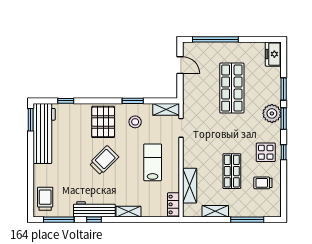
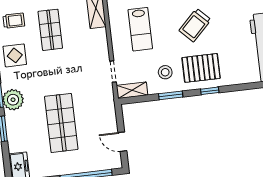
window: (66, 101) -> (210, 91), moved
pallet: (103, 122) -> (201, 68), turned 90

